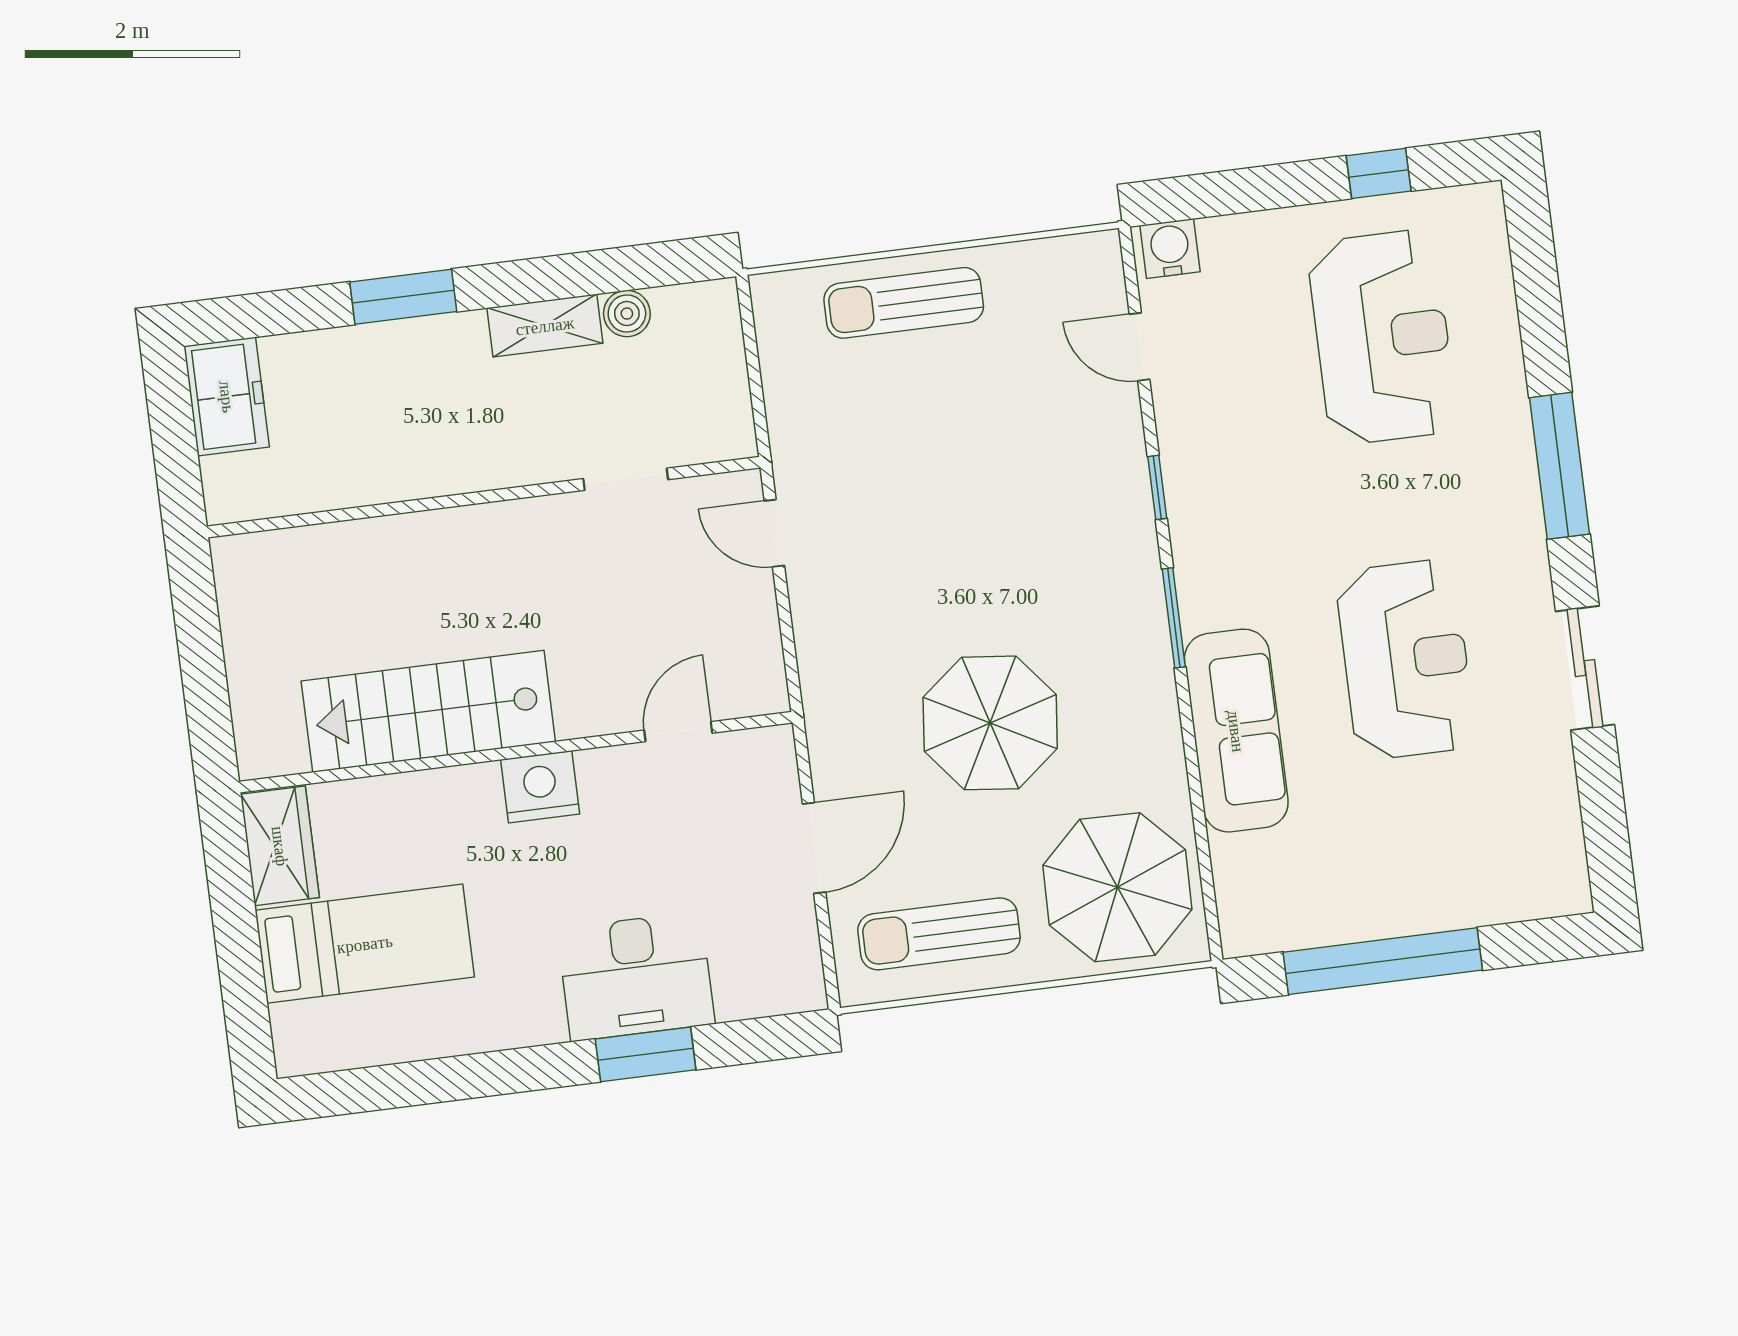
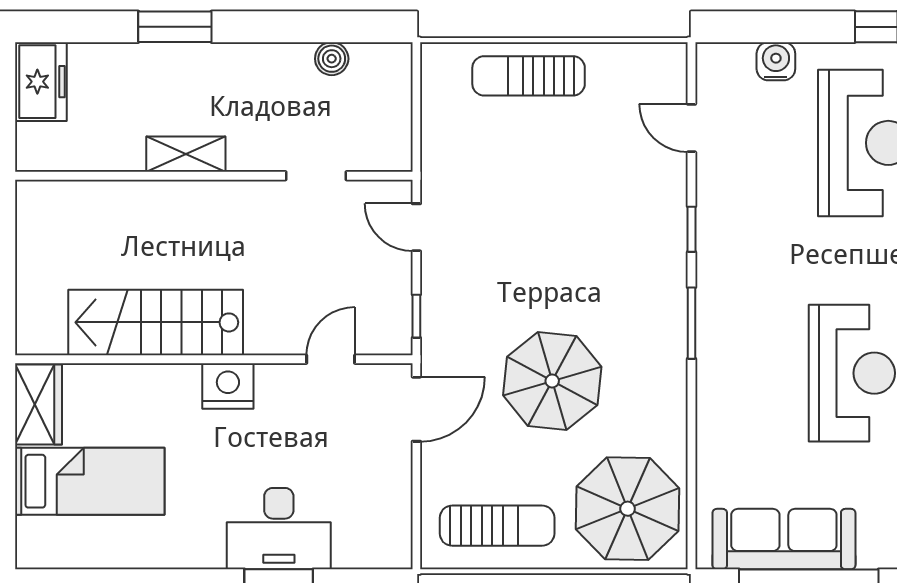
water cooler: (1170, 249) -> (776, 61), moved
shelving: (545, 326) -> (186, 154), moved
window: (790, 657) -> (416, 316), added
sofa: (1236, 731) -> (784, 539), moved, turned -90
door: (814, 848) -> (416, 409), moved
sun lounger: (939, 934) -> (497, 526), turned 180

